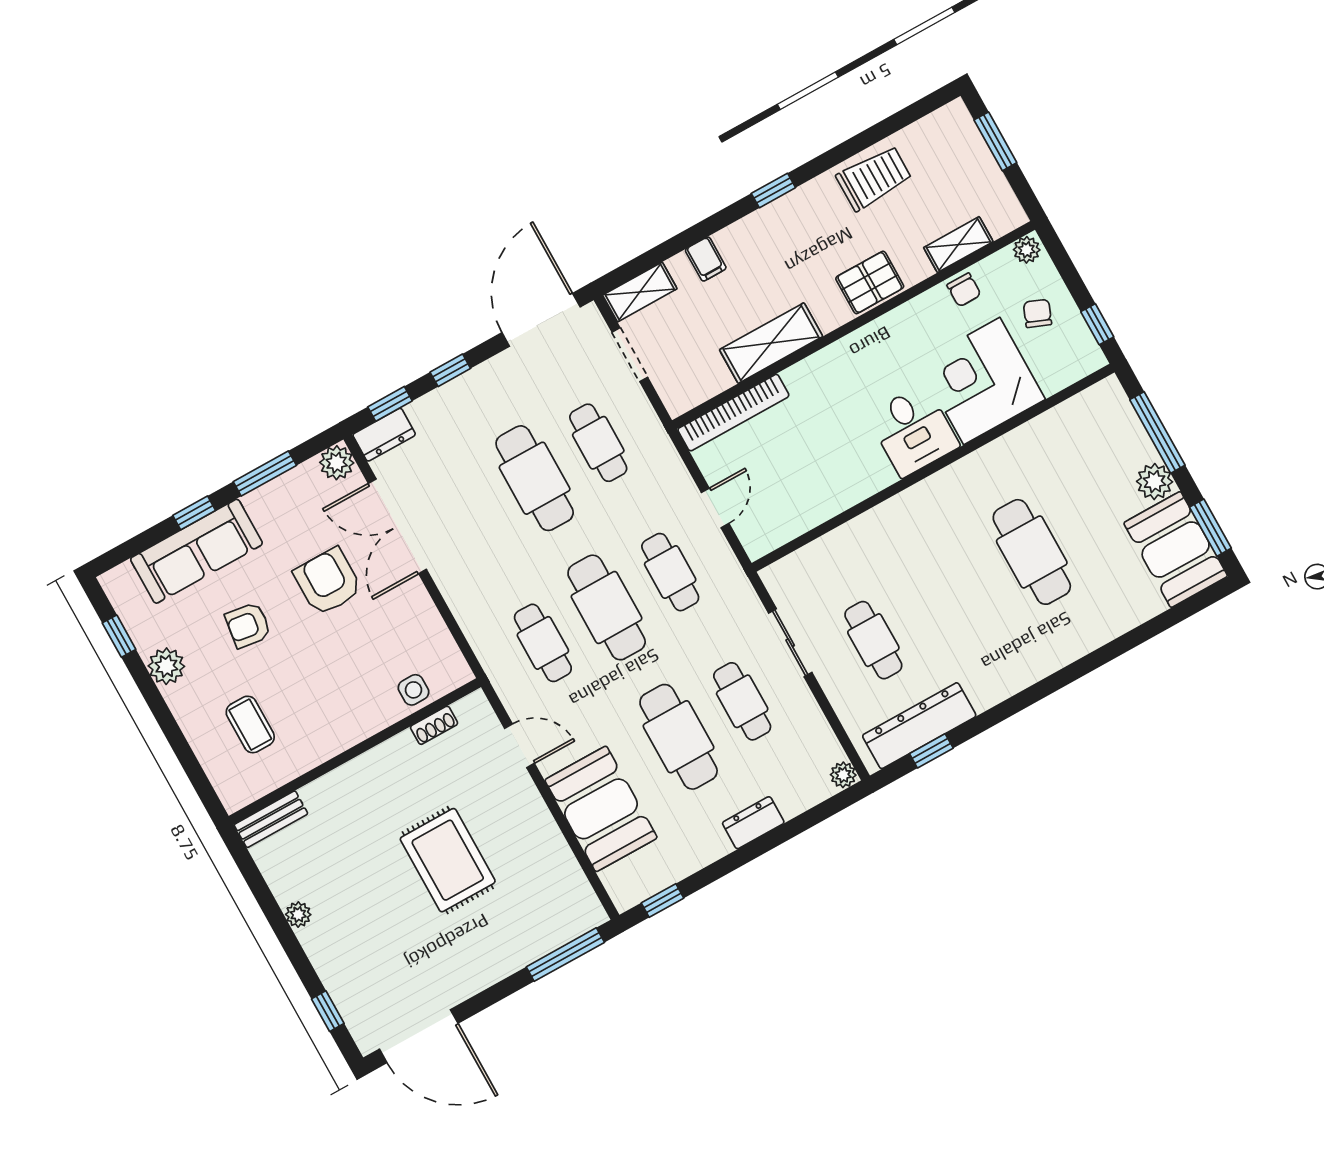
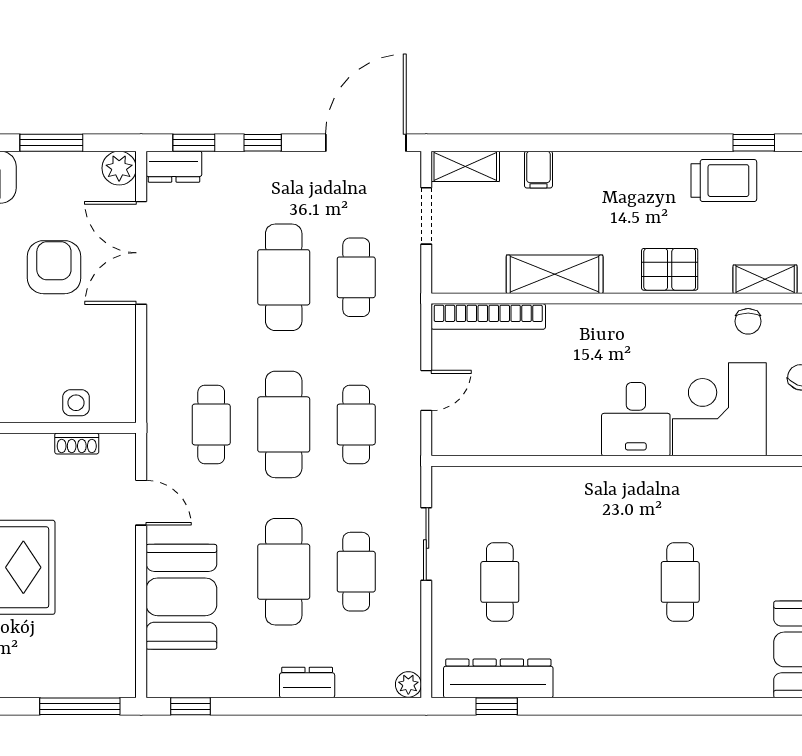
window: (773, 190) -> (754, 143), moved
cafe table: (1032, 552) -> (680, 582), width x0.73, depth x0.74

